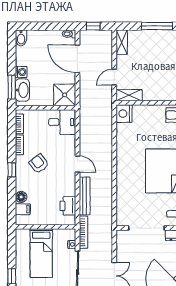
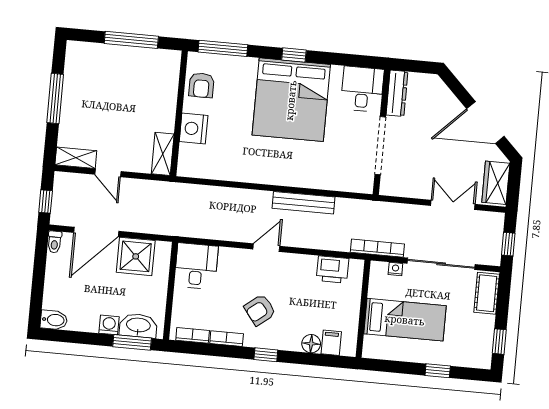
door: (114, 77) -> (108, 173), moved
shower: (65, 95) -> (136, 256), moved
nightstand: (124, 114) -> (194, 129), moved, turned 90
bench: (85, 196) -> (303, 203), moved

